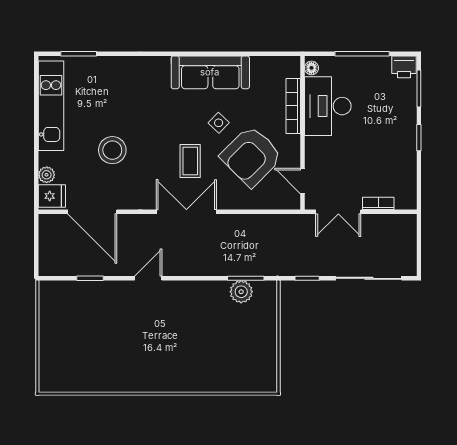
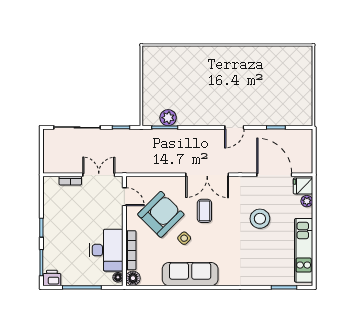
floor lamp: (290, 67) -> (133, 278), added

